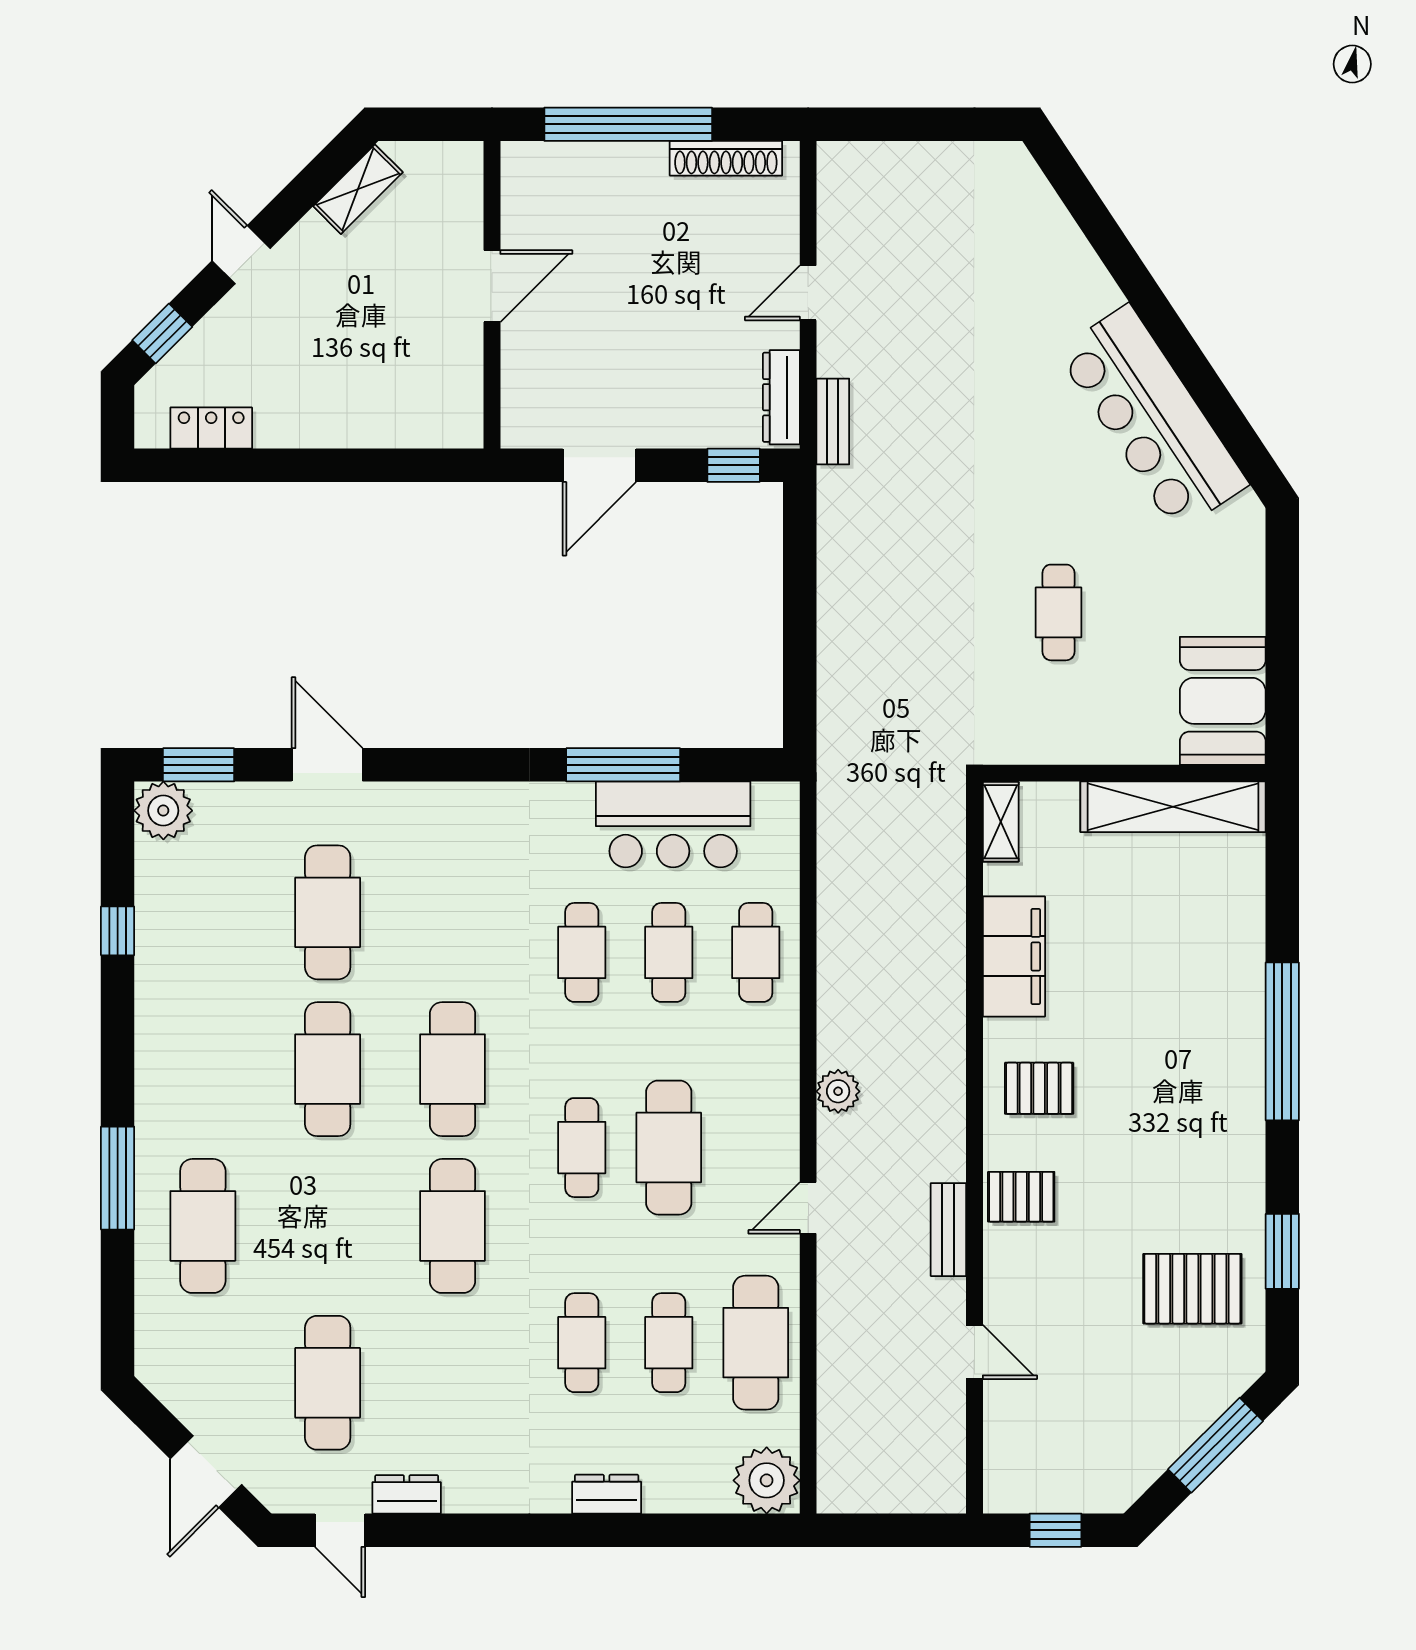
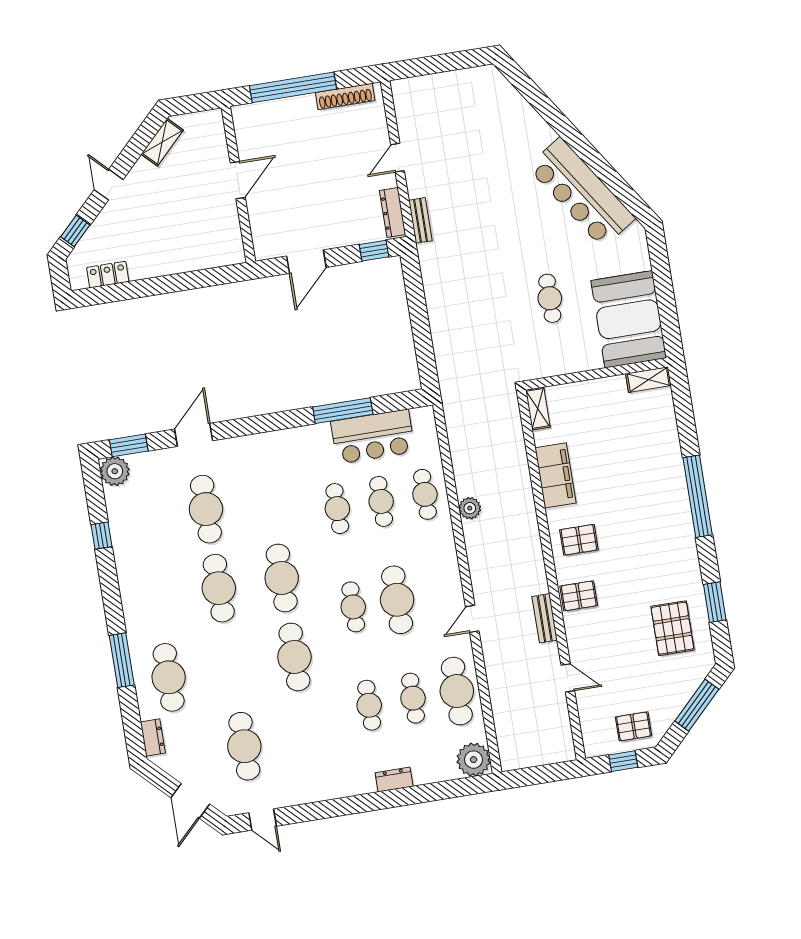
booth: (1223, 701) -> (629, 319), width x1.36, depth x1.42
door: (327, 765) -> (194, 435), hinge flipped
shelving: (1173, 807) -> (648, 380), width x0.45, depth x0.75
plant: (838, 1091) -> (470, 508), moved
pallet: (1192, 1289) -> (672, 628), turned 90
pallet: (1086, 1466) -> (634, 726), added
dresser: (407, 1494) -> (153, 737), moved, turned 90

